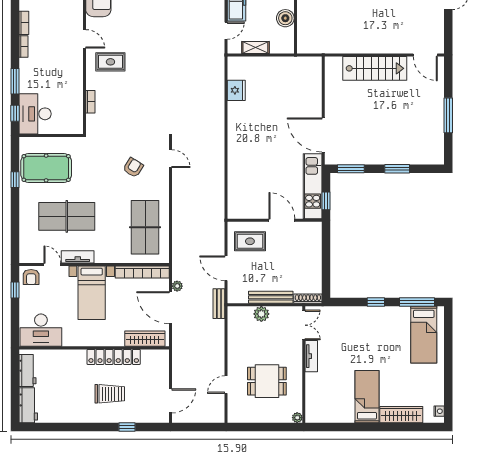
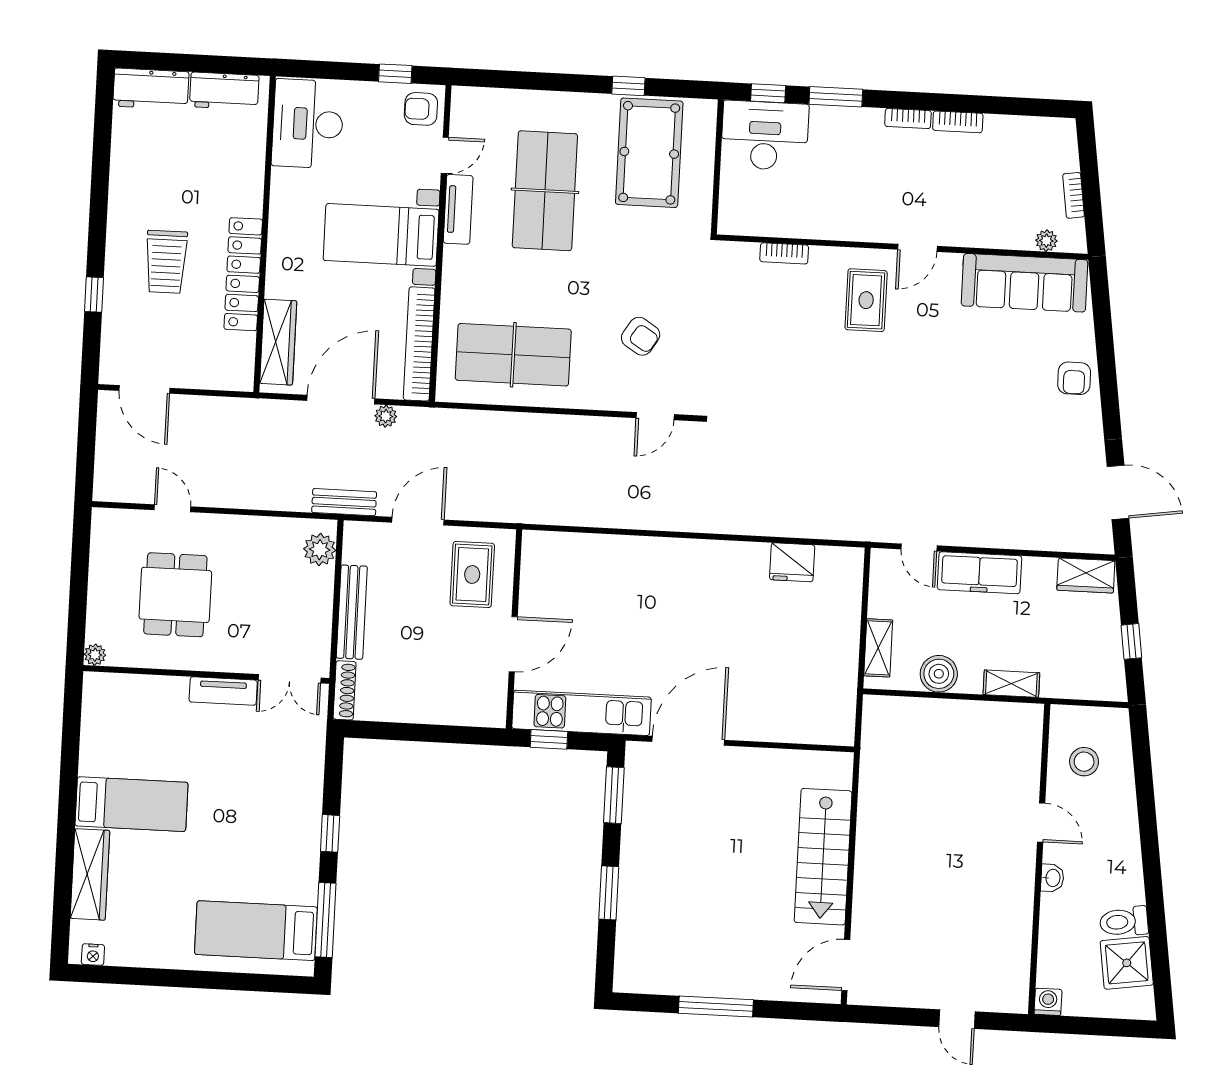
shelving: (255, 47) -> (878, 648), moved
plant: (261, 314) -> (320, 550), moved

